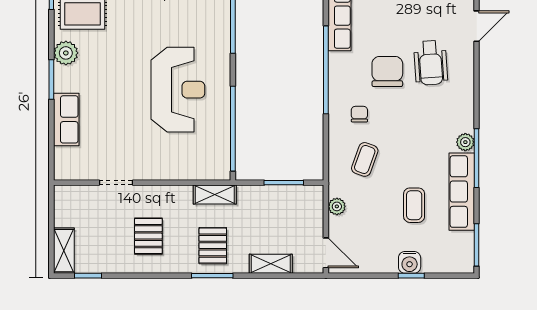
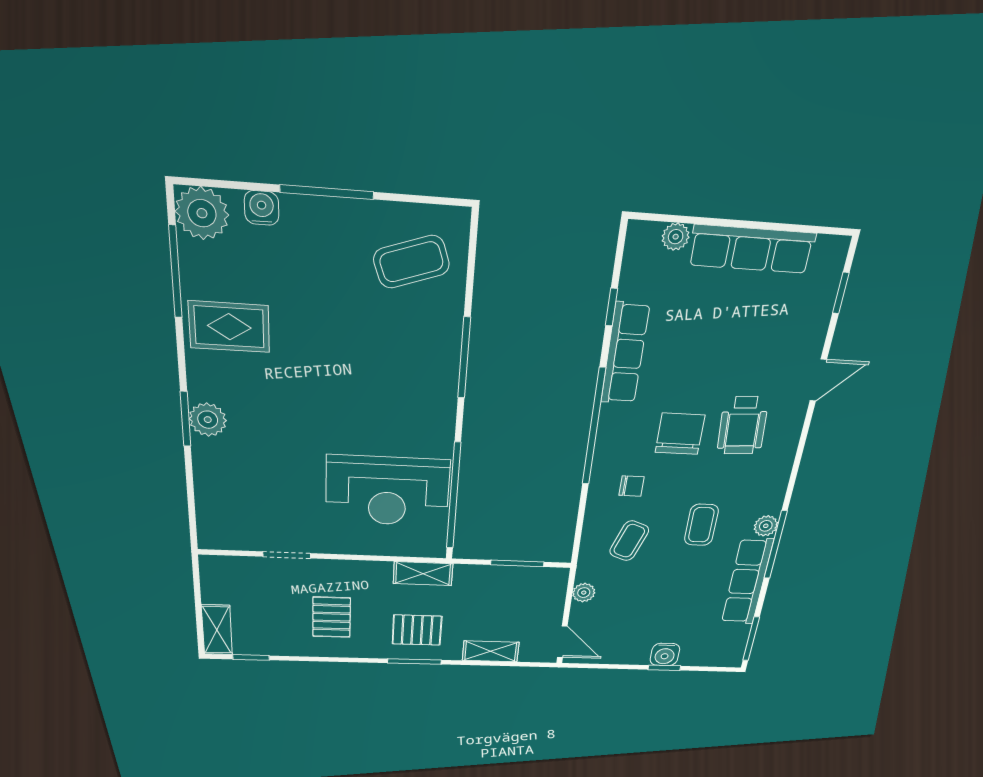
plant: (66, 53) -> (208, 420), moved
reception desk: (178, 90) -> (388, 491), moved, turned 90
chair: (359, 114) -> (631, 486), turned 90
row of seats: (66, 119) -> (211, 474), removed
coffee table: (414, 205) -> (701, 525), moved
pallet: (213, 246) -> (417, 630), turned 90

